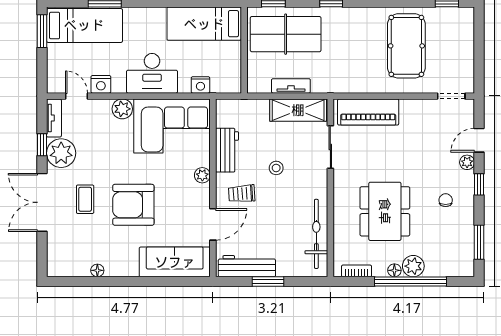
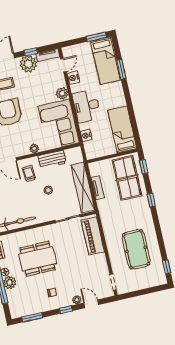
pool table: (406, 46) -> (136, 249), turned 90
shelving: (298, 110) -> (83, 188), width x1.47

